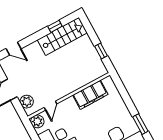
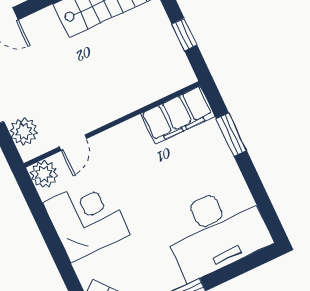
filing cabinet: (90, 95) -> (178, 115), moved
window: (140, 124) -> (231, 134), moved

